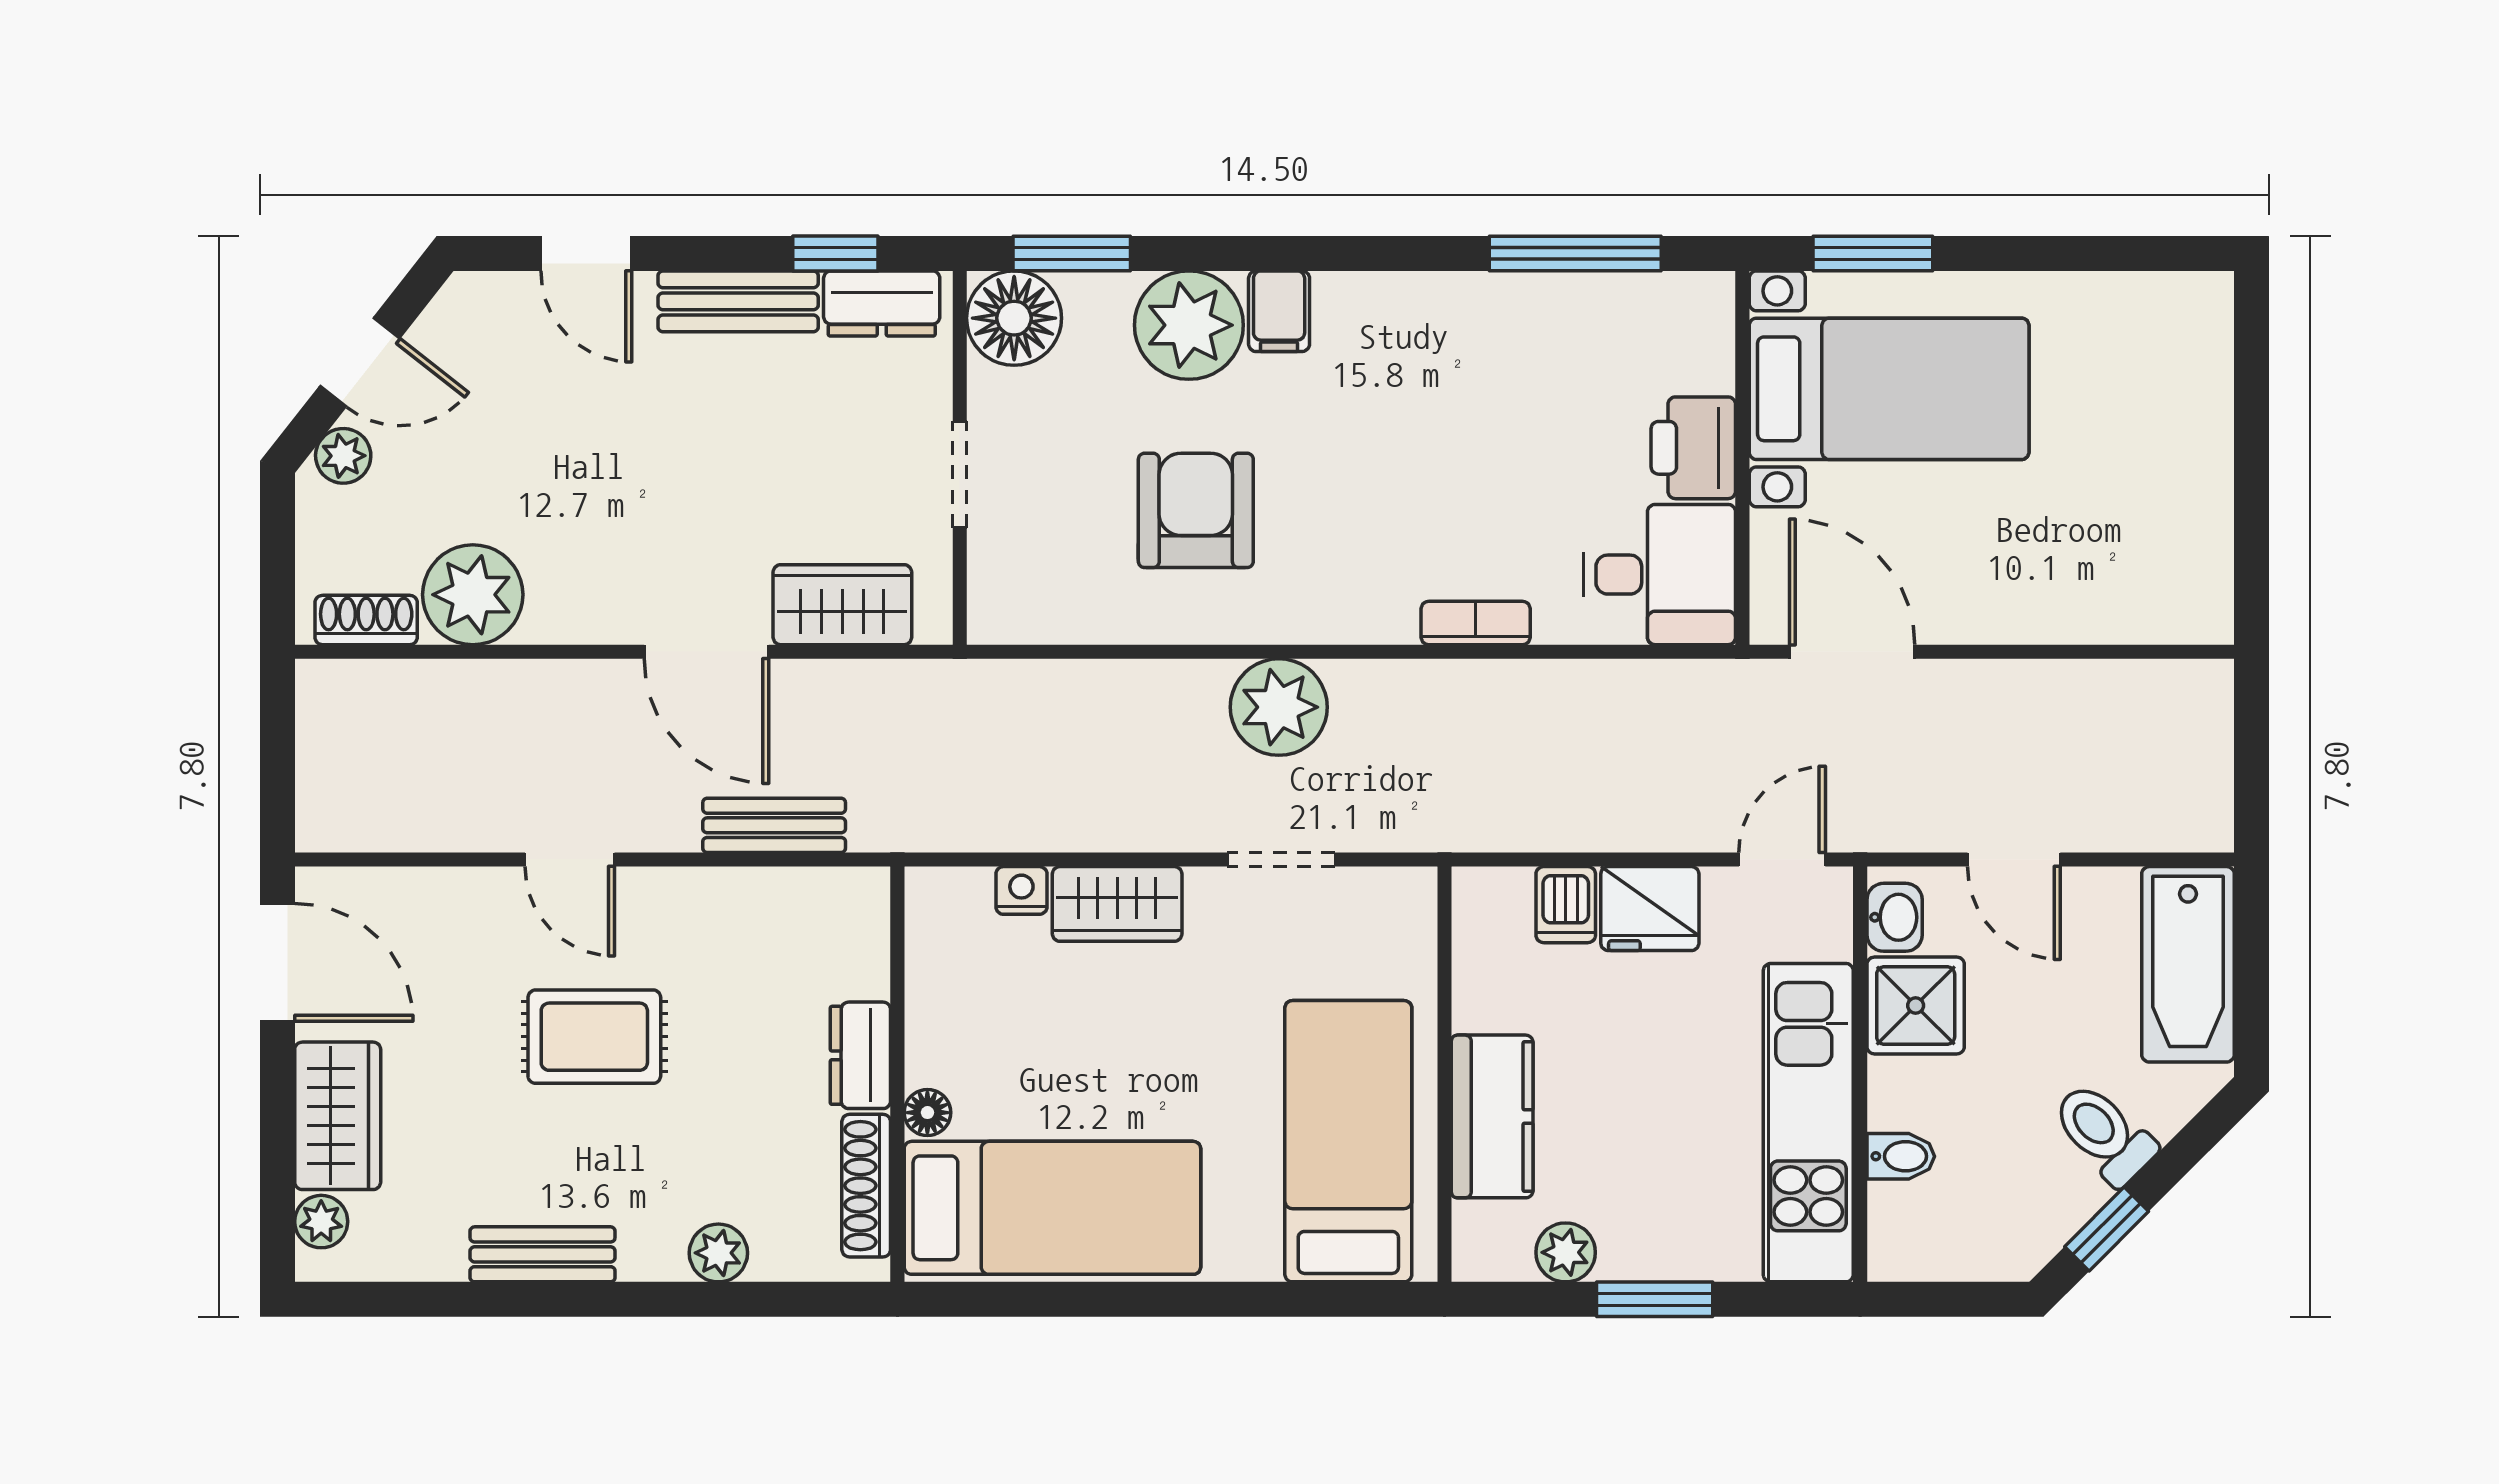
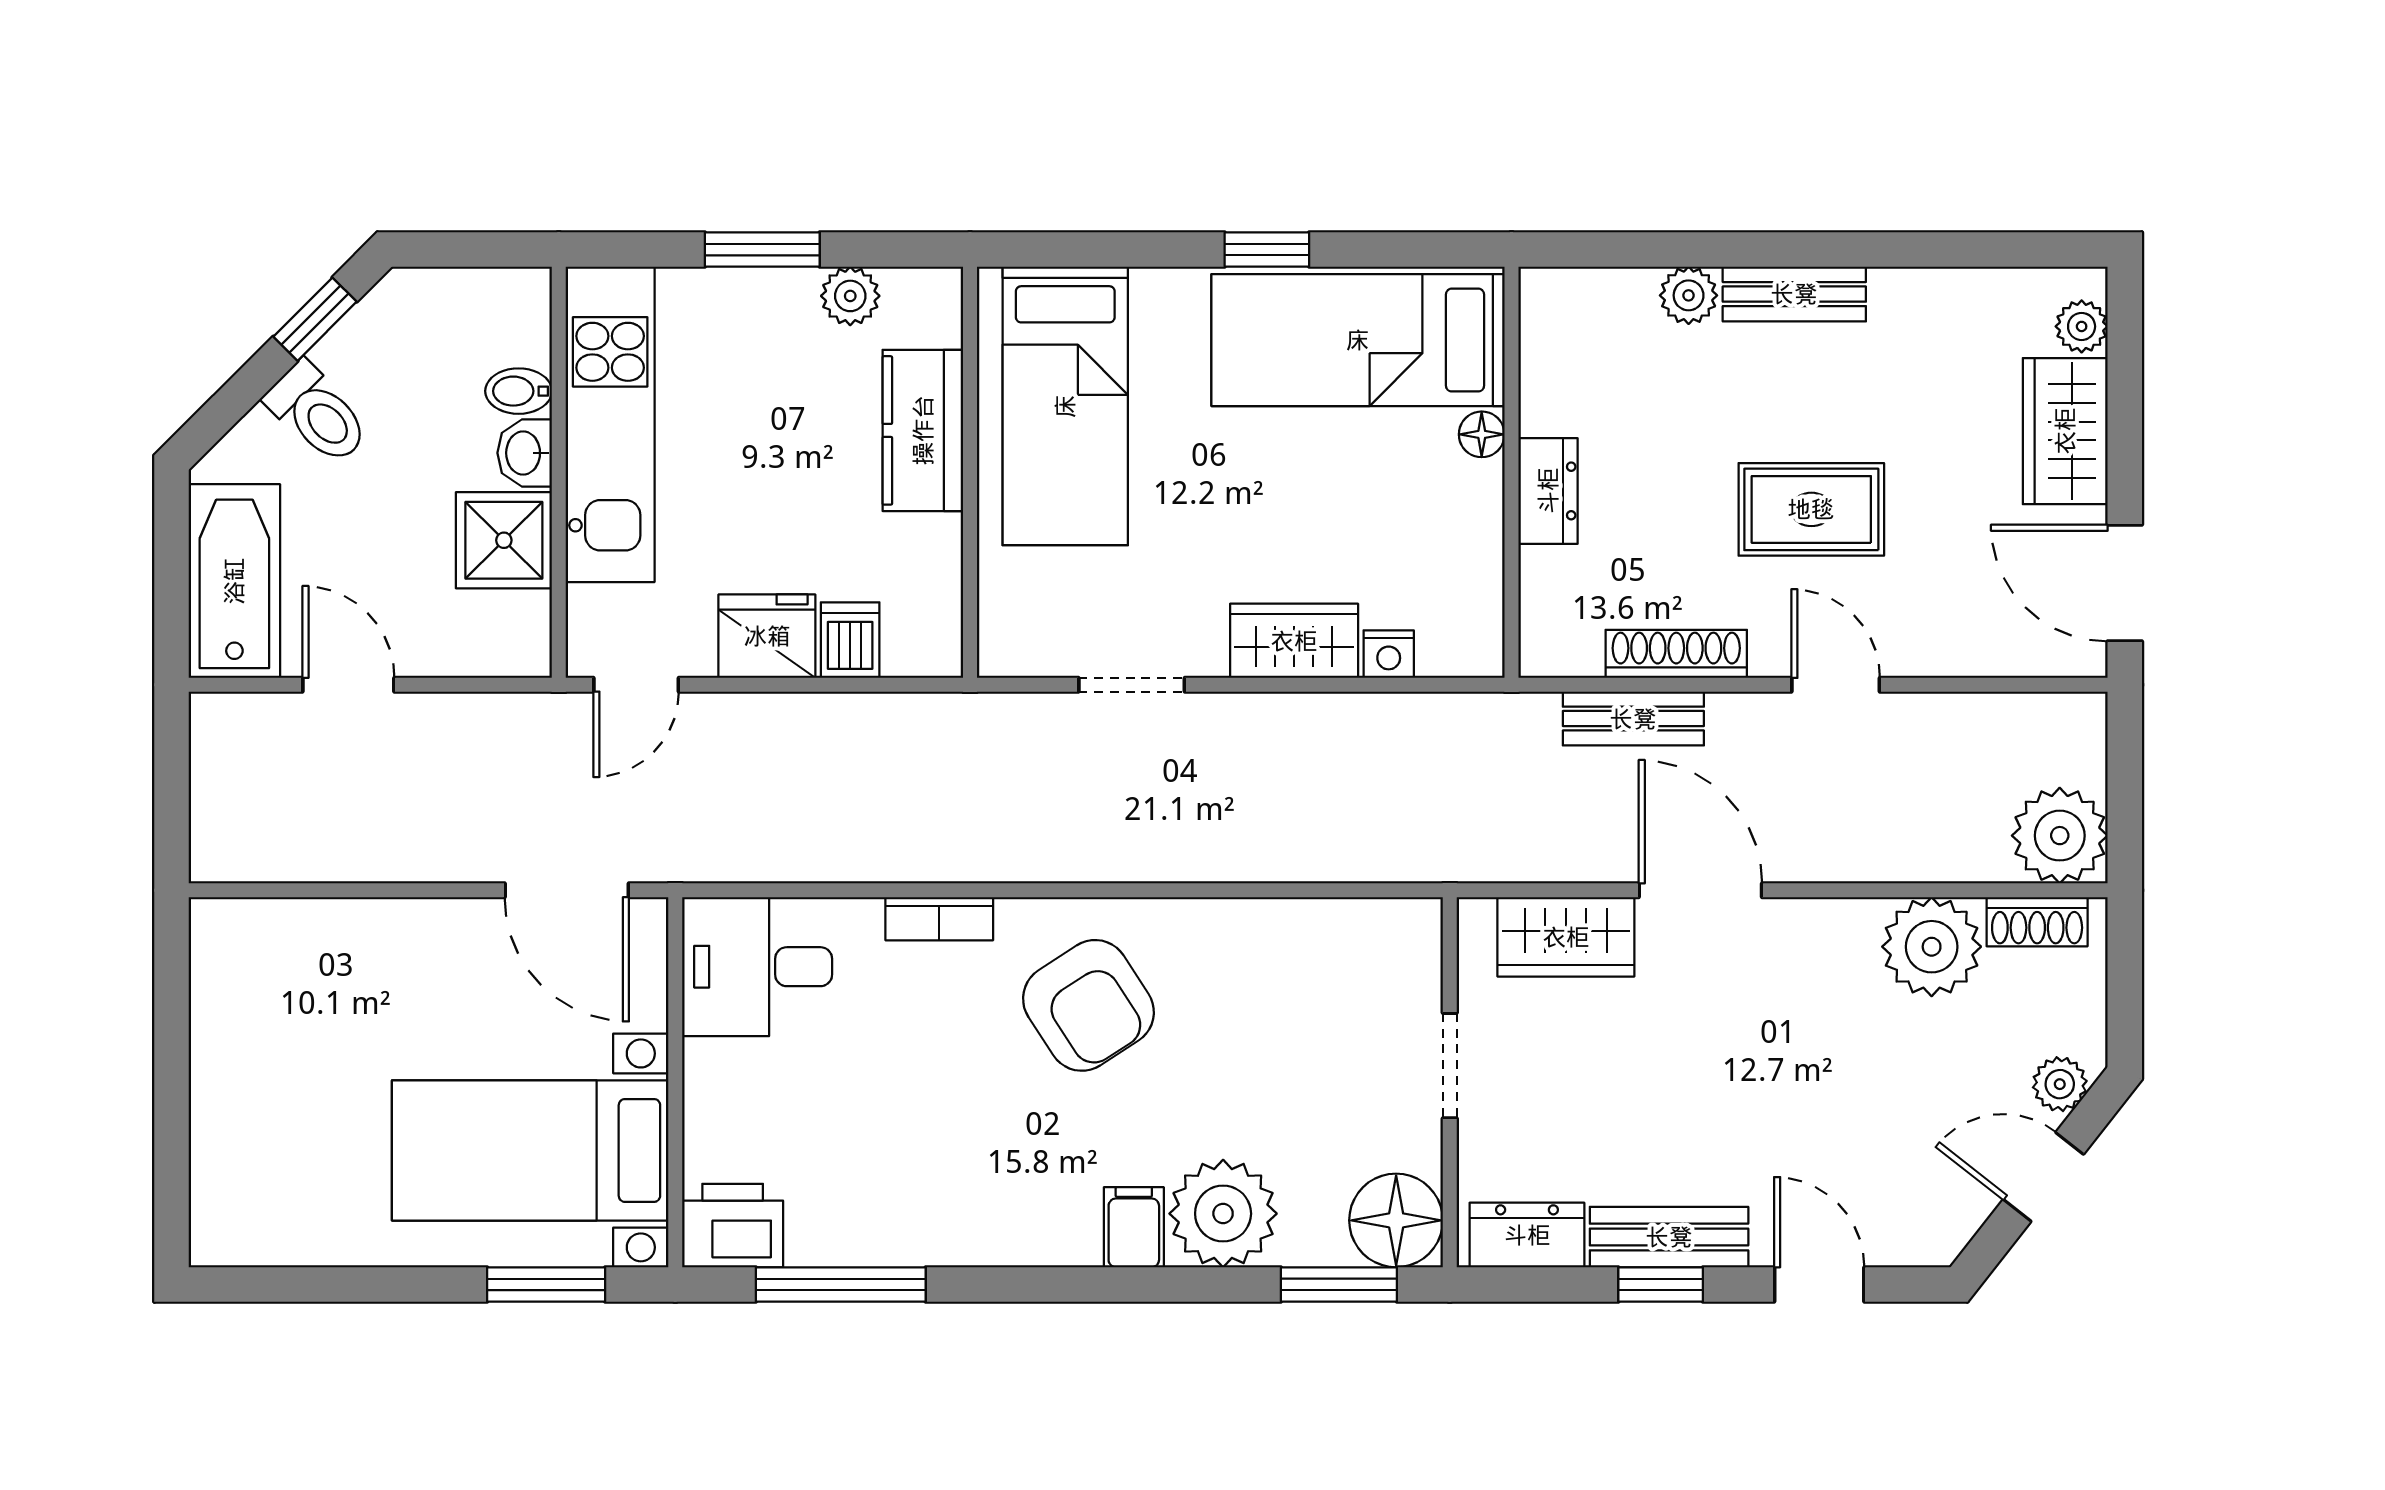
window: (835, 253) -> (1661, 1284), moved
printer: (1693, 448) -> (733, 1226), moved, turned -90
armchair: (1196, 510) -> (1088, 1005), moved, turned -33
plant: (1279, 707) -> (2060, 836), moved
door: (2014, 859) -> (348, 685), moved
washbasin: (1895, 917) -> (525, 453), moved
shoe rack: (866, 1186) -> (1676, 654), moved, turned -90
bench: (543, 1254) -> (1794, 294), moved
window: (1144, 1299) -> (1267, 250), added

